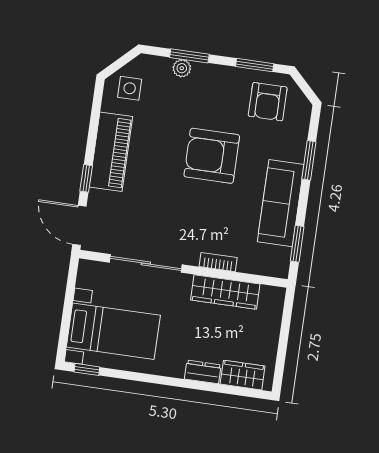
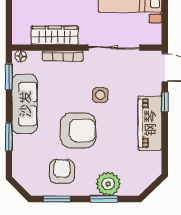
plant: (182, 68) -> (108, 184), width x1.87, depth x1.87
side table: (130, 88) -> (100, 95), moved
armchair: (268, 102) -> (62, 171), moved
bookcase: (218, 262) -> (63, 56), width x1.56
floor lamp: (277, 270) -> (21, 56), added

